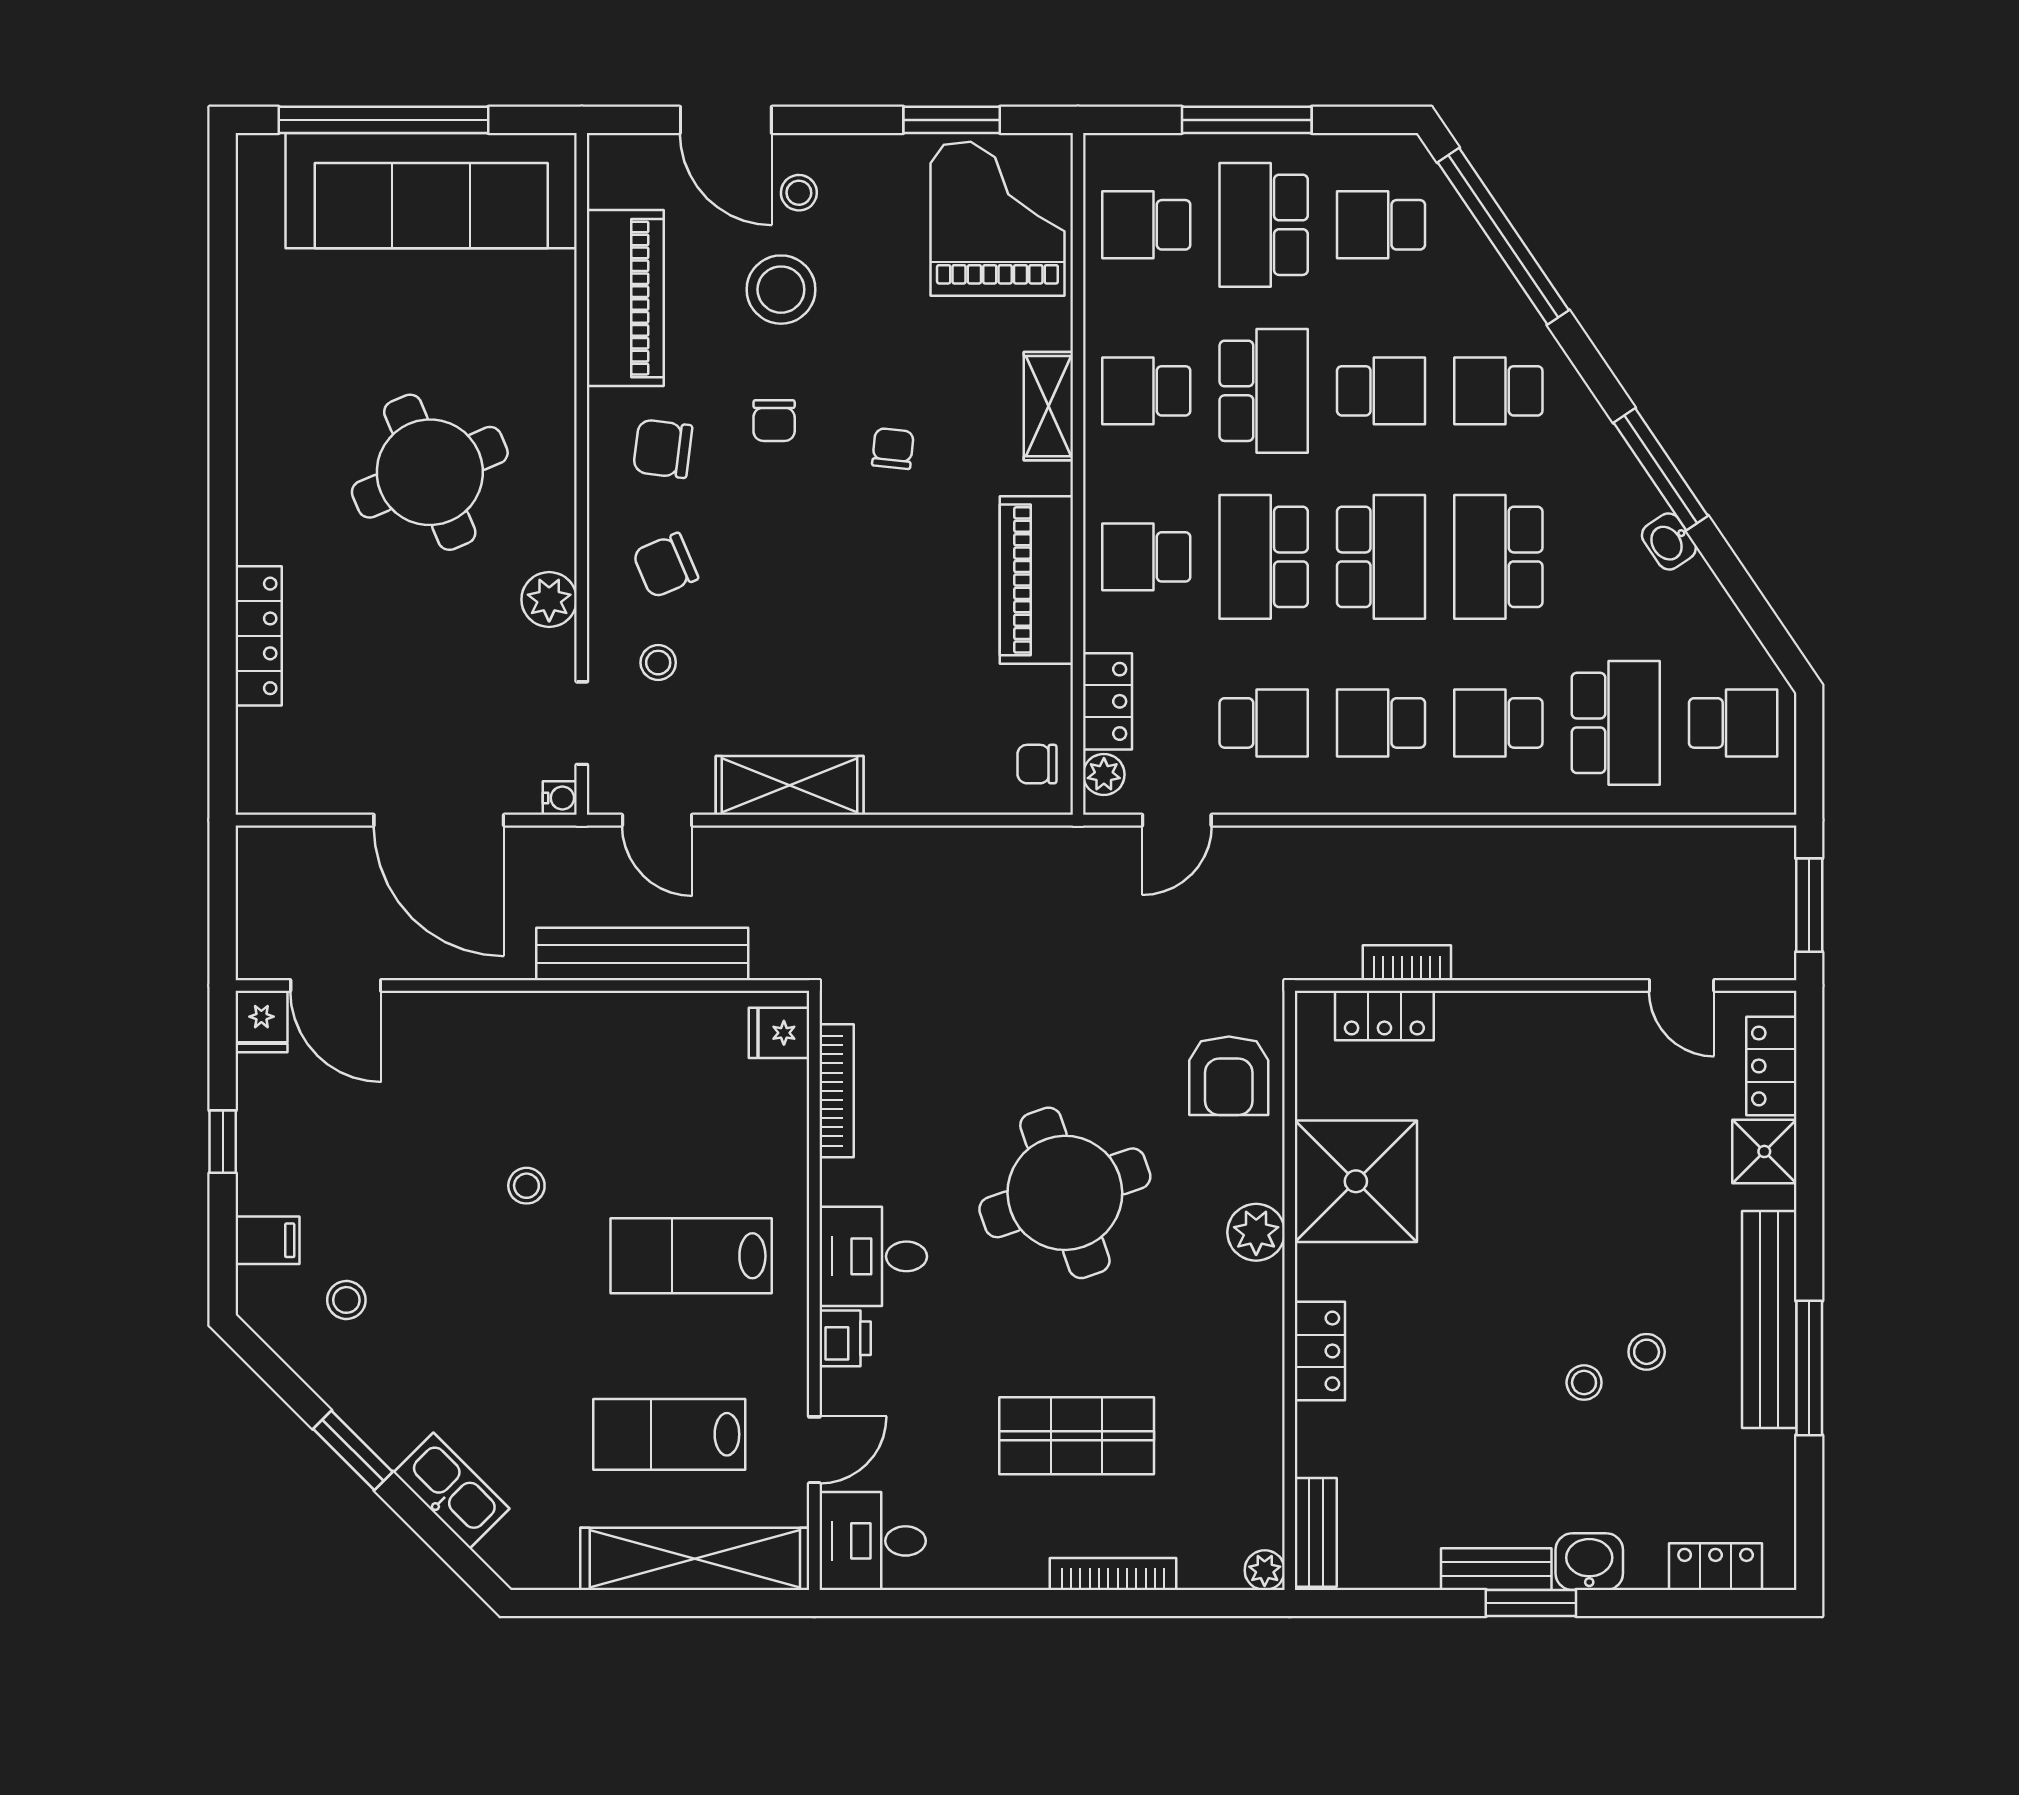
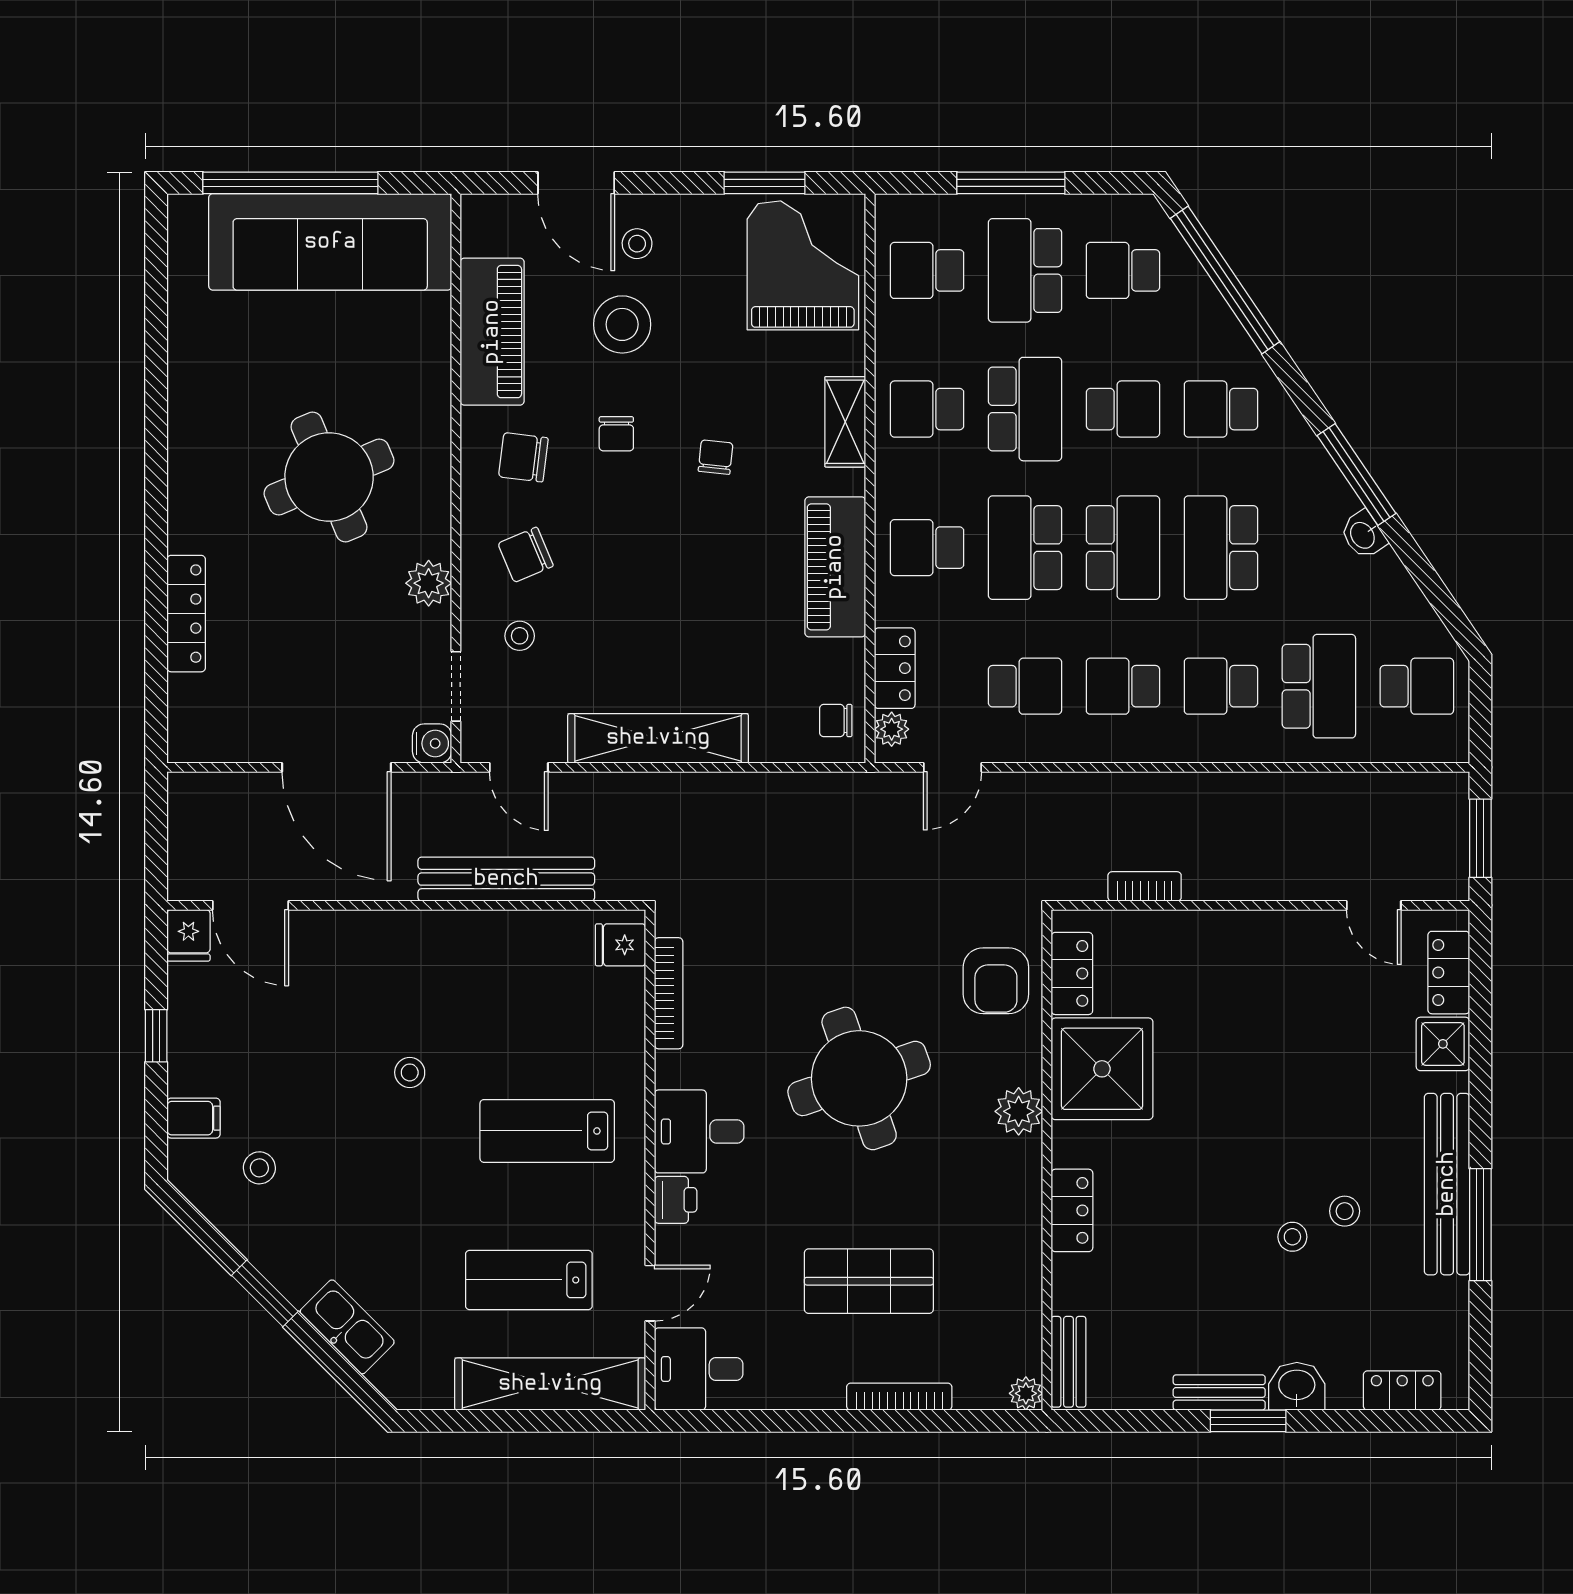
shelving: (790, 785) -> (658, 738), width x1.47
water cooler: (560, 798) -> (432, 743), width x1.38, depth x1.38
locker: (1384, 1016) -> (1072, 973), moved, turned -90

